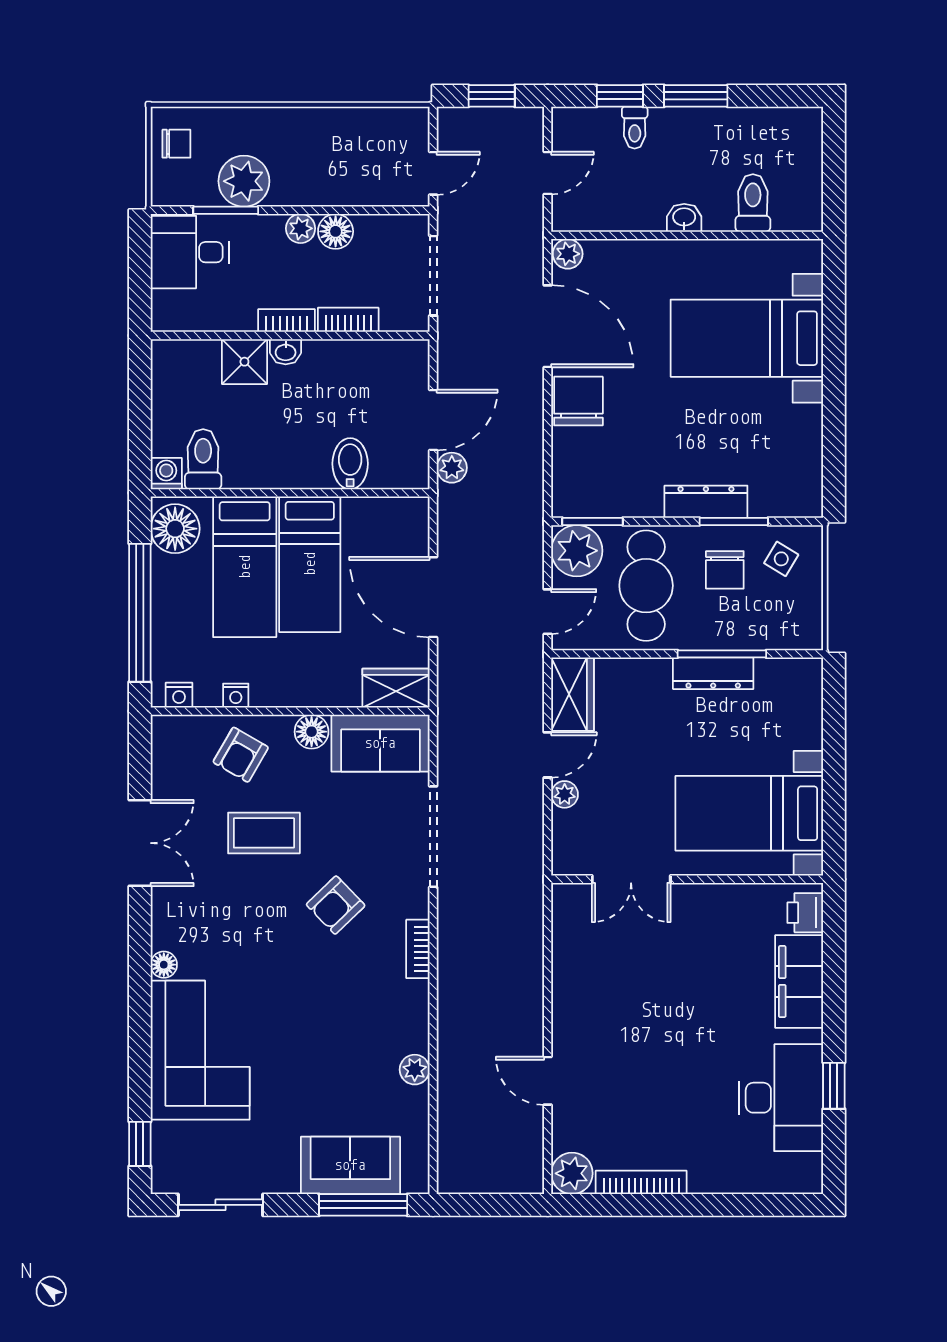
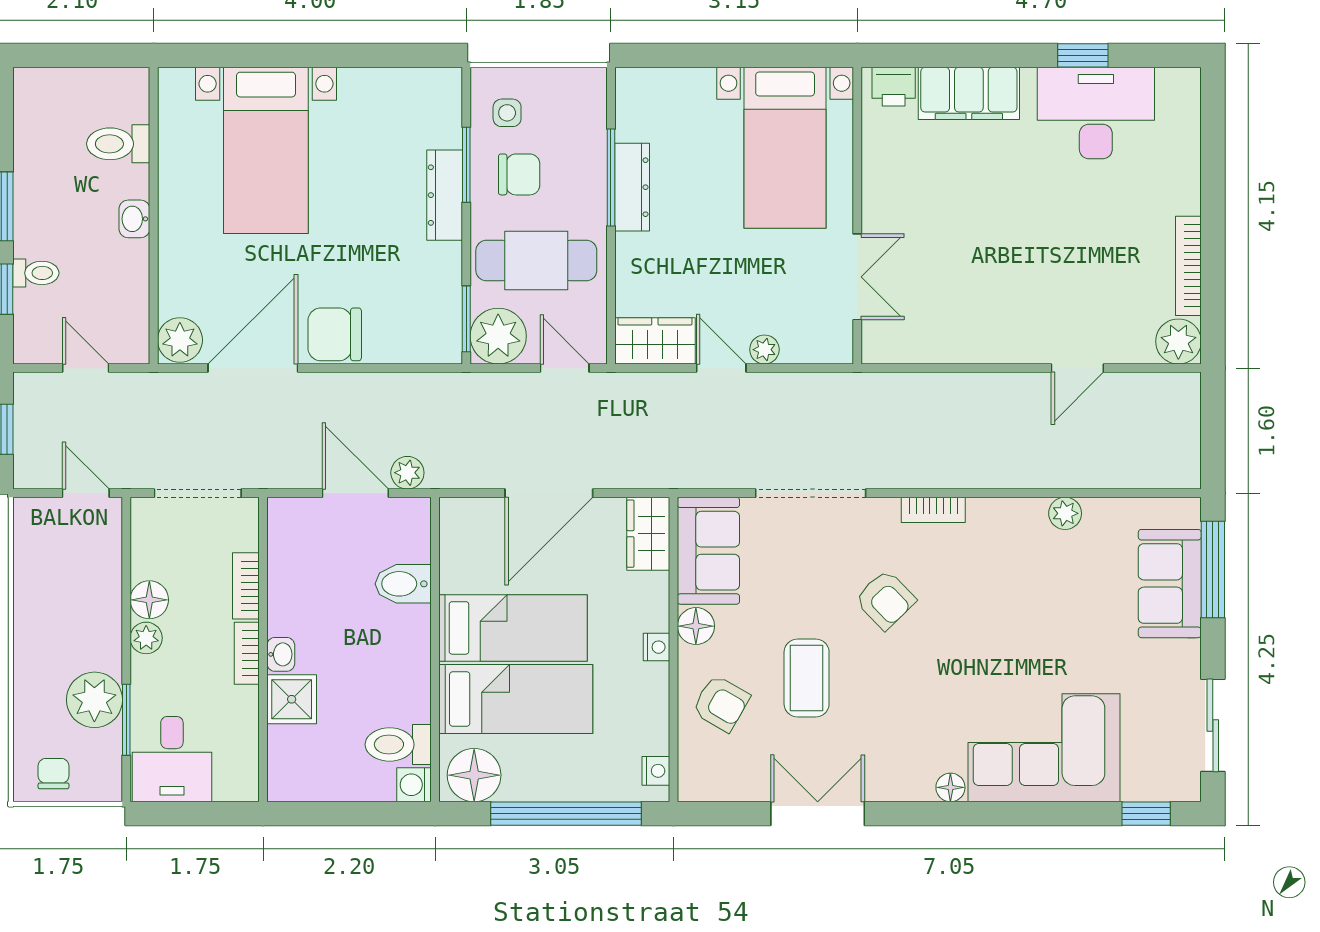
plant: (568, 254) -> (180, 340), width x1.38, depth x1.38
side table: (781, 559) -> (507, 113), turned -31
nightstand: (236, 696) -> (656, 647), moved

